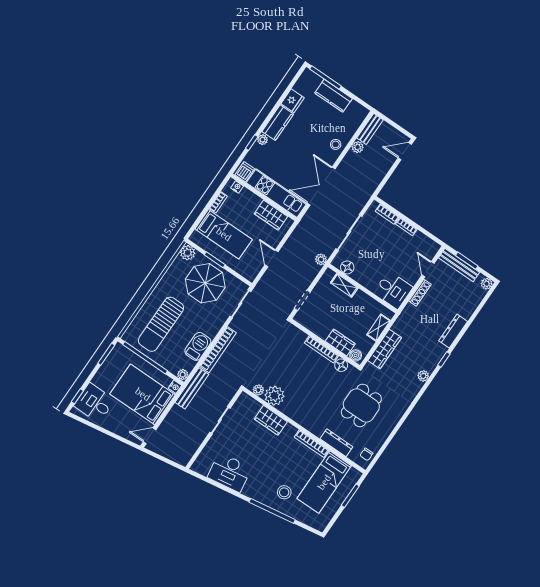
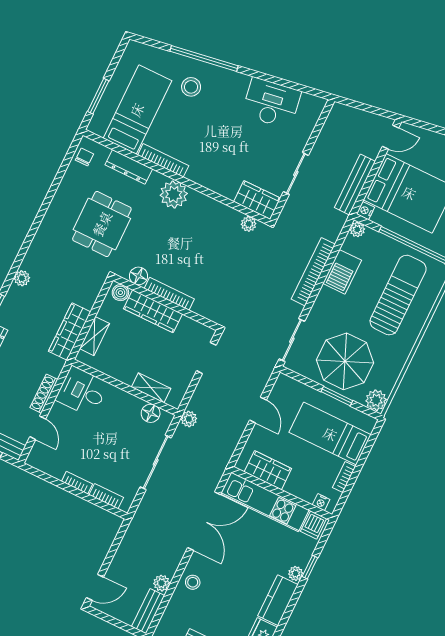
wardrobe: (340, 343) -> (153, 311), width x1.50
wardrobe: (385, 349) -> (70, 332), moved
bench: (192, 388) -> (355, 185), moved
plant: (274, 396) -> (174, 194), moved
wardrobe: (271, 420) -> (257, 200), moved

